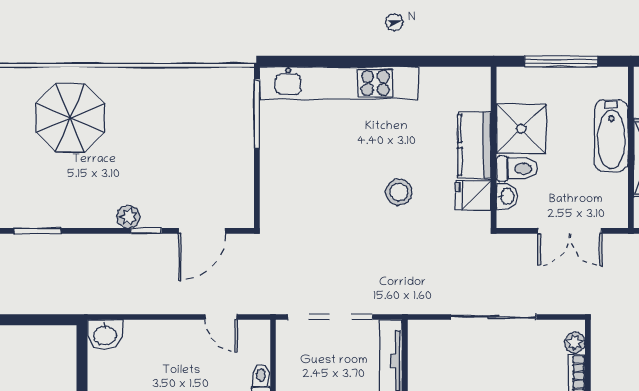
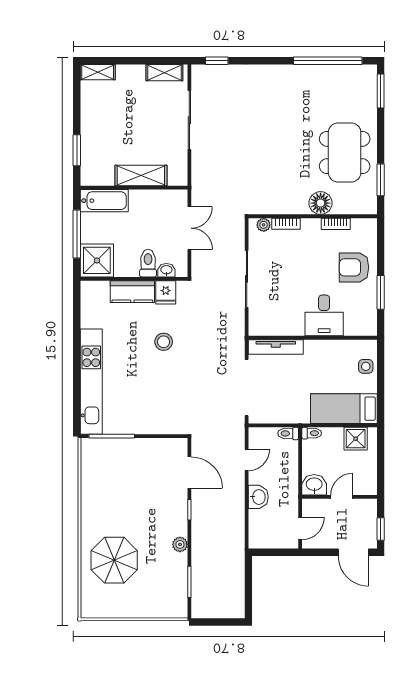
shower: (521, 129) -> (97, 260), moved
bathtub: (611, 136) -> (104, 201), moved
plant: (128, 217) -> (180, 544), moved
washbasin: (105, 335) -> (258, 497), moved

